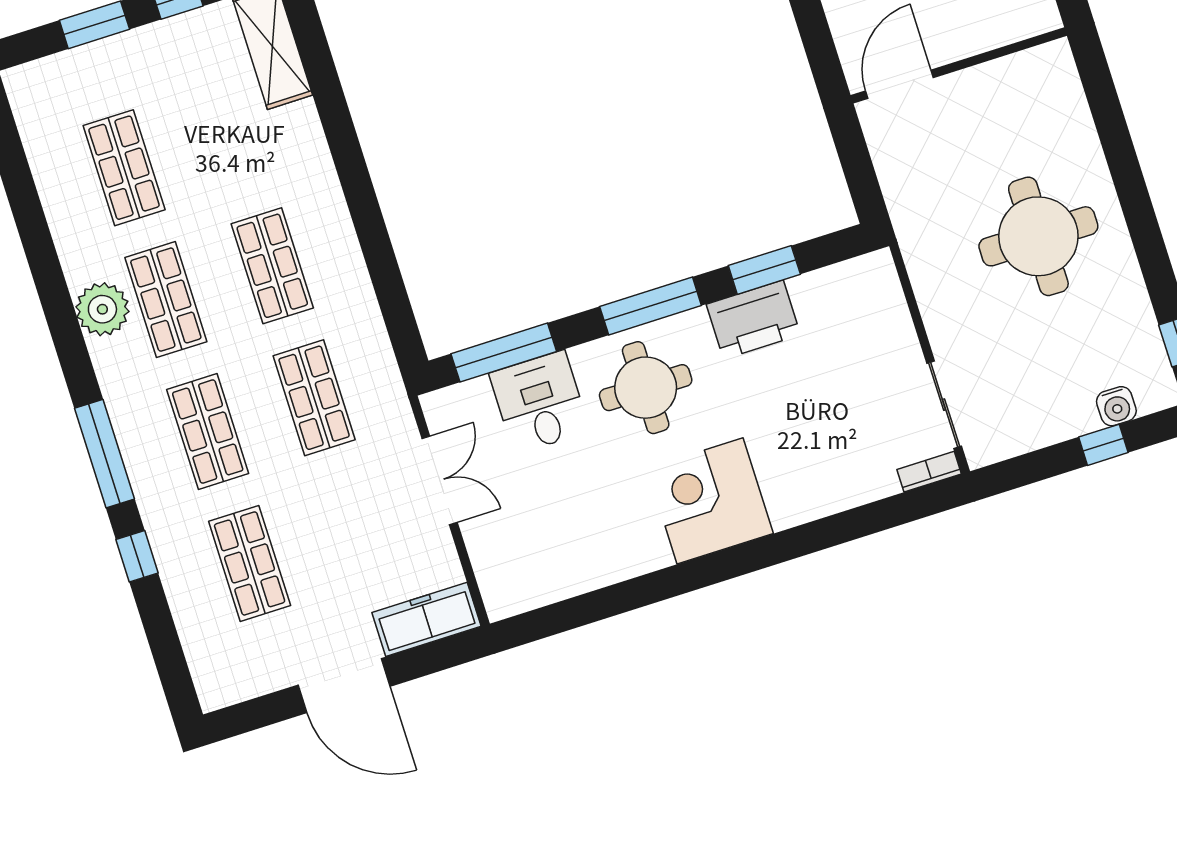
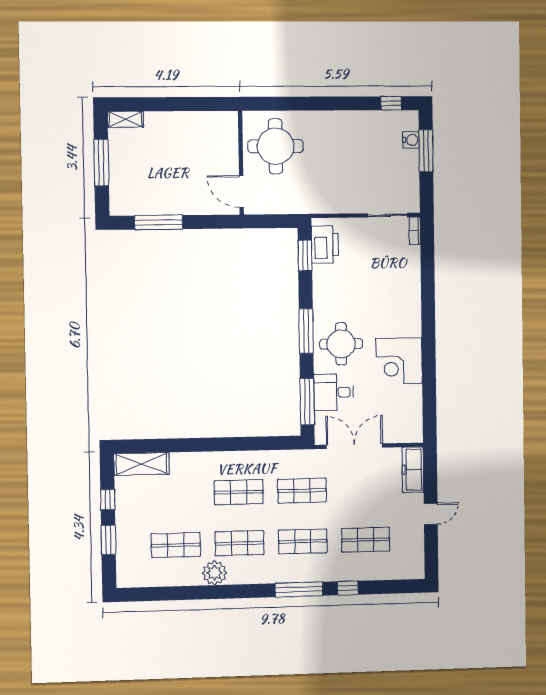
round table: (1038, 236) -> (276, 146), moved
window: (764, 270) -> (305, 255), moved
plant: (102, 309) -> (215, 573), moved
printer: (753, 320) -> (325, 245), moved
window: (1103, 445) -> (426, 151), width x2.17
double door: (440, 480) -> (354, 446), width x1.37
corner desk: (710, 501) -> (399, 361), moved
door: (344, 686) -> (431, 514), width x0.53

